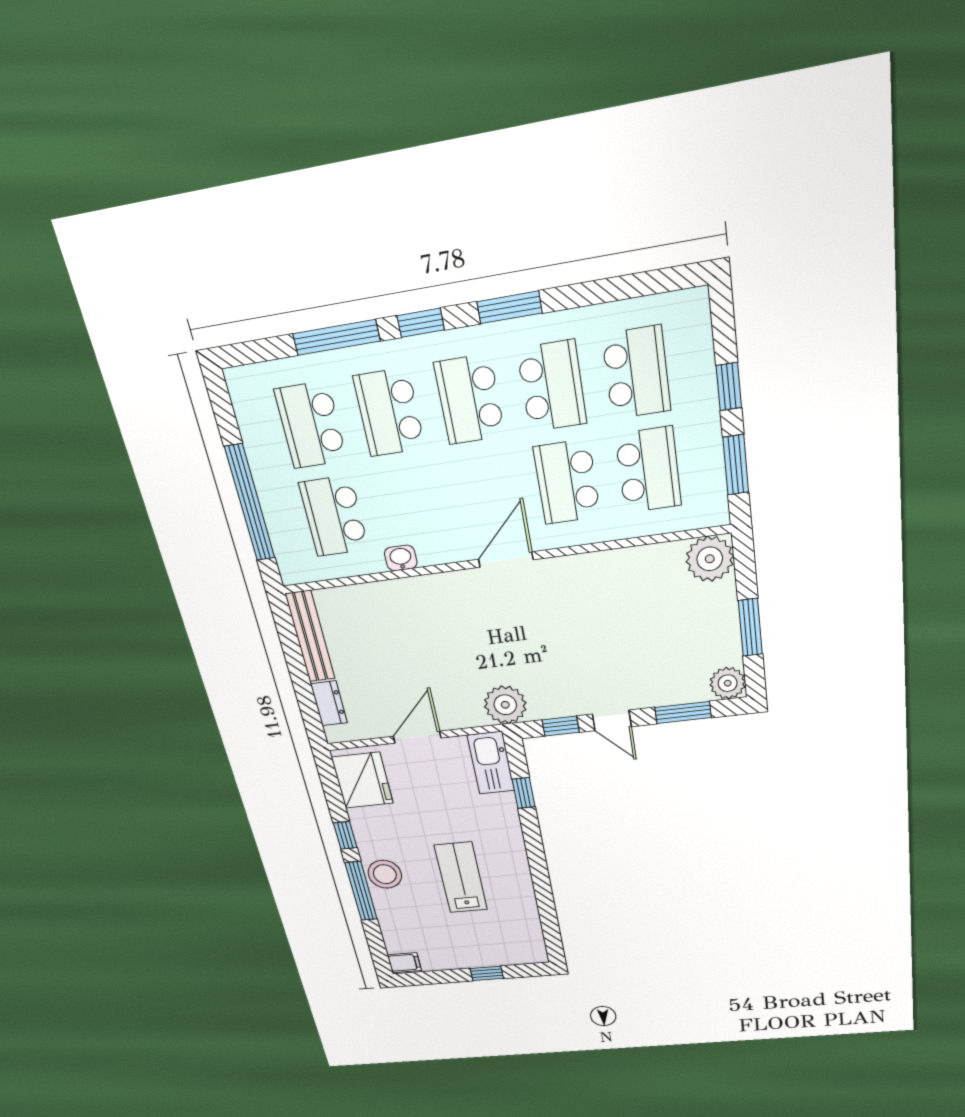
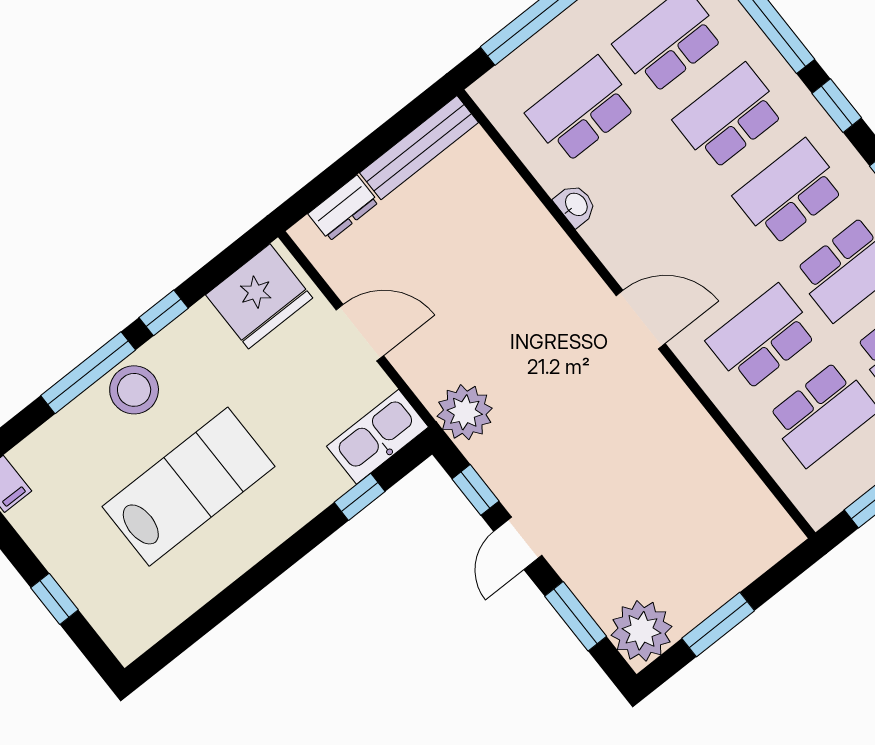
plant: (710, 559) -> (767, 534), removed
plant: (728, 683) -> (642, 631), width x1.36, depth x1.36
lab bench: (461, 878) -> (189, 487), width x1.36, depth x1.39

